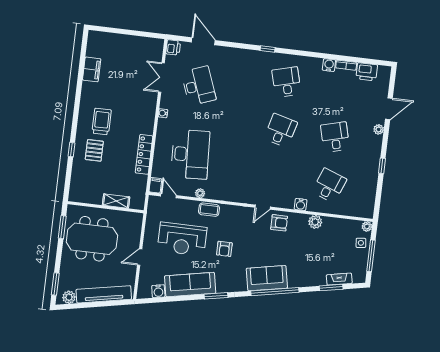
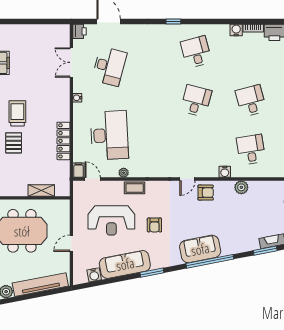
desk: (199, 86) -> (109, 66), turned 36
desk: (329, 186) -> (251, 150), turned -30

